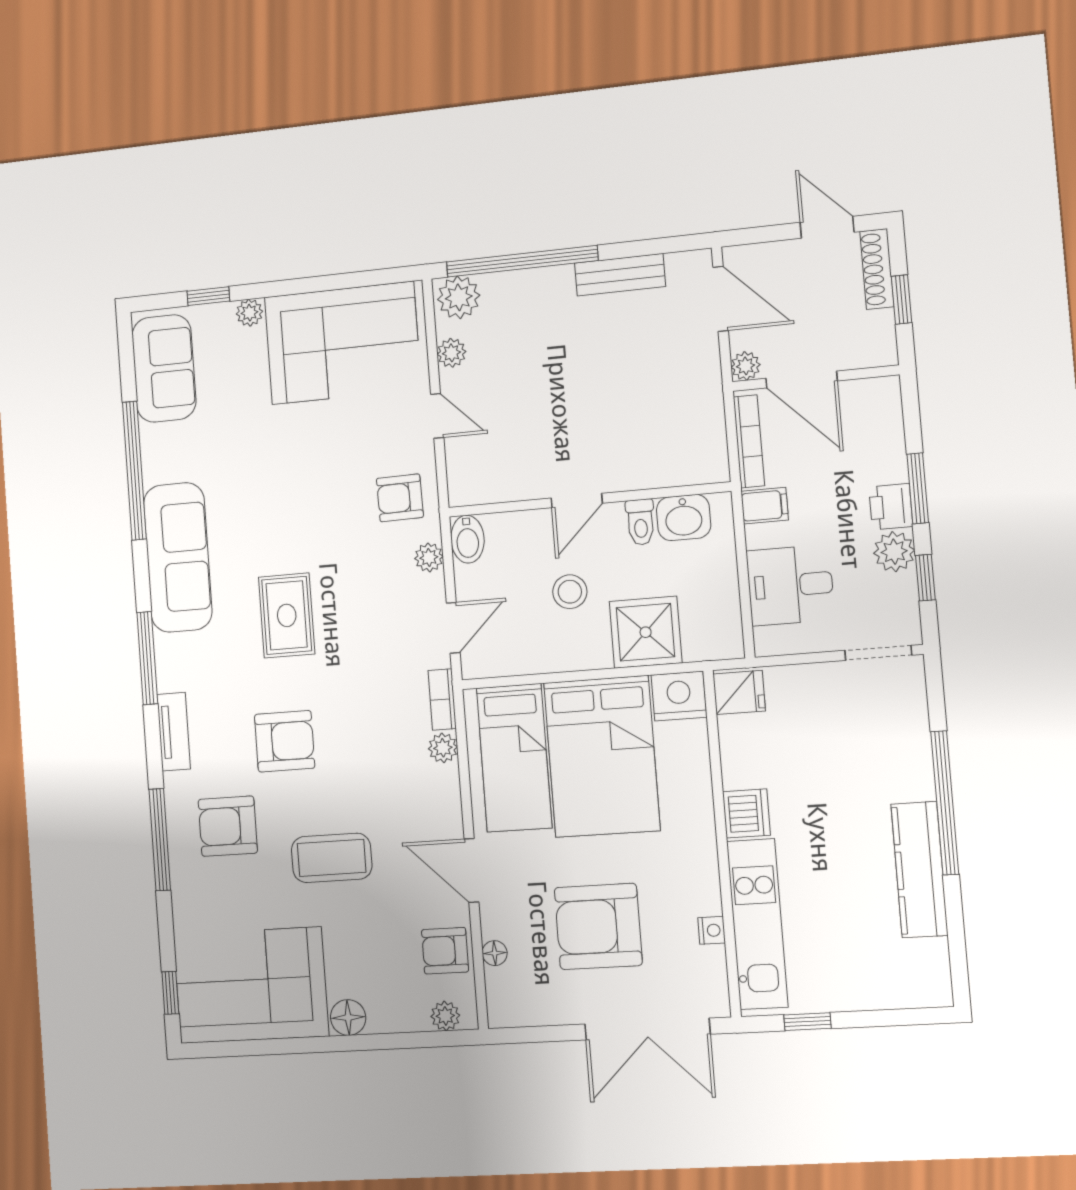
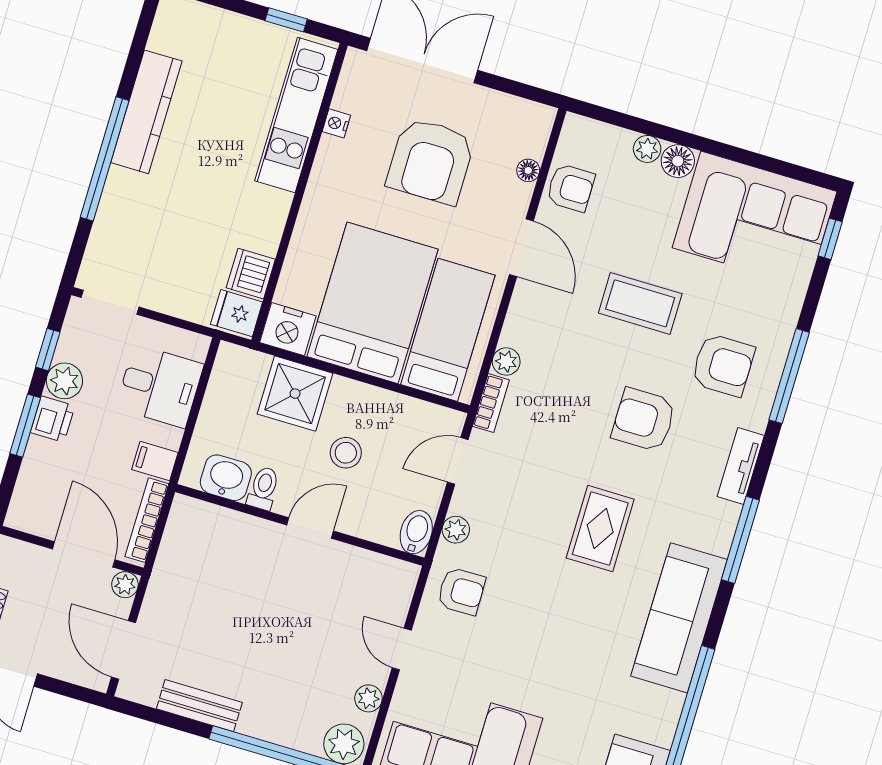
dishwasher: (746, 813) -> (251, 274), moved
armchair: (598, 926) -> (431, 161), turned 90
plant: (445, 1016) -> (647, 149), moved

